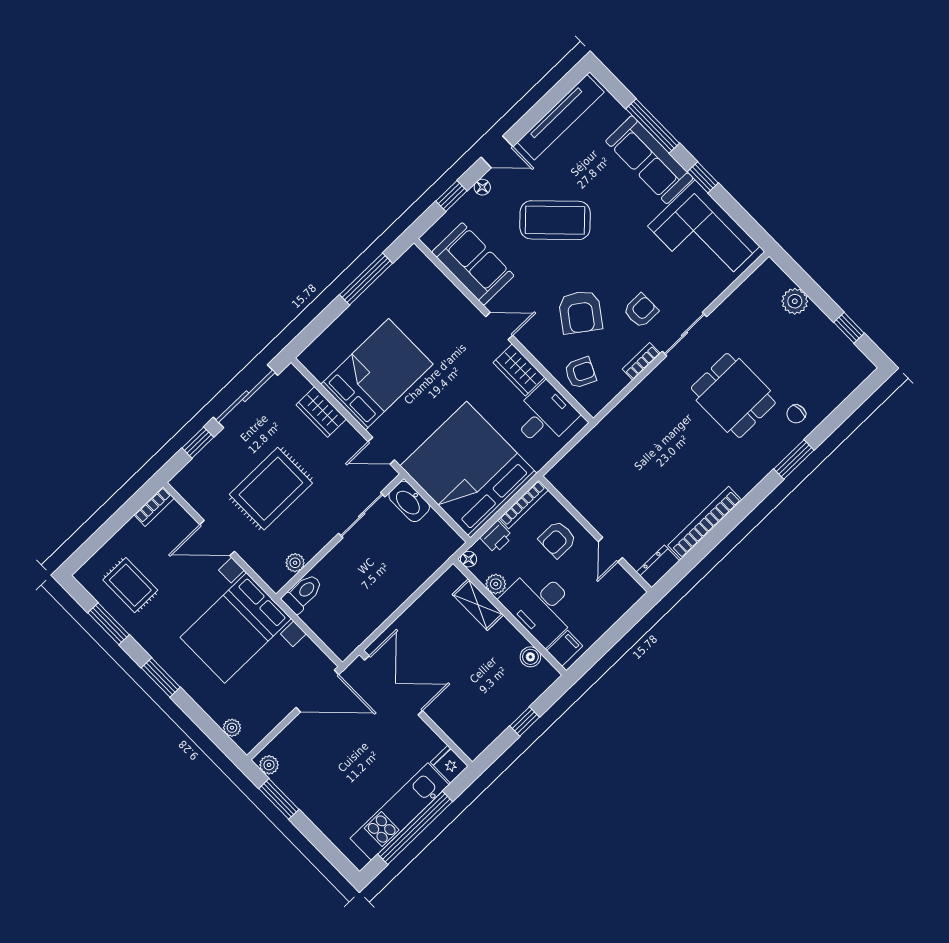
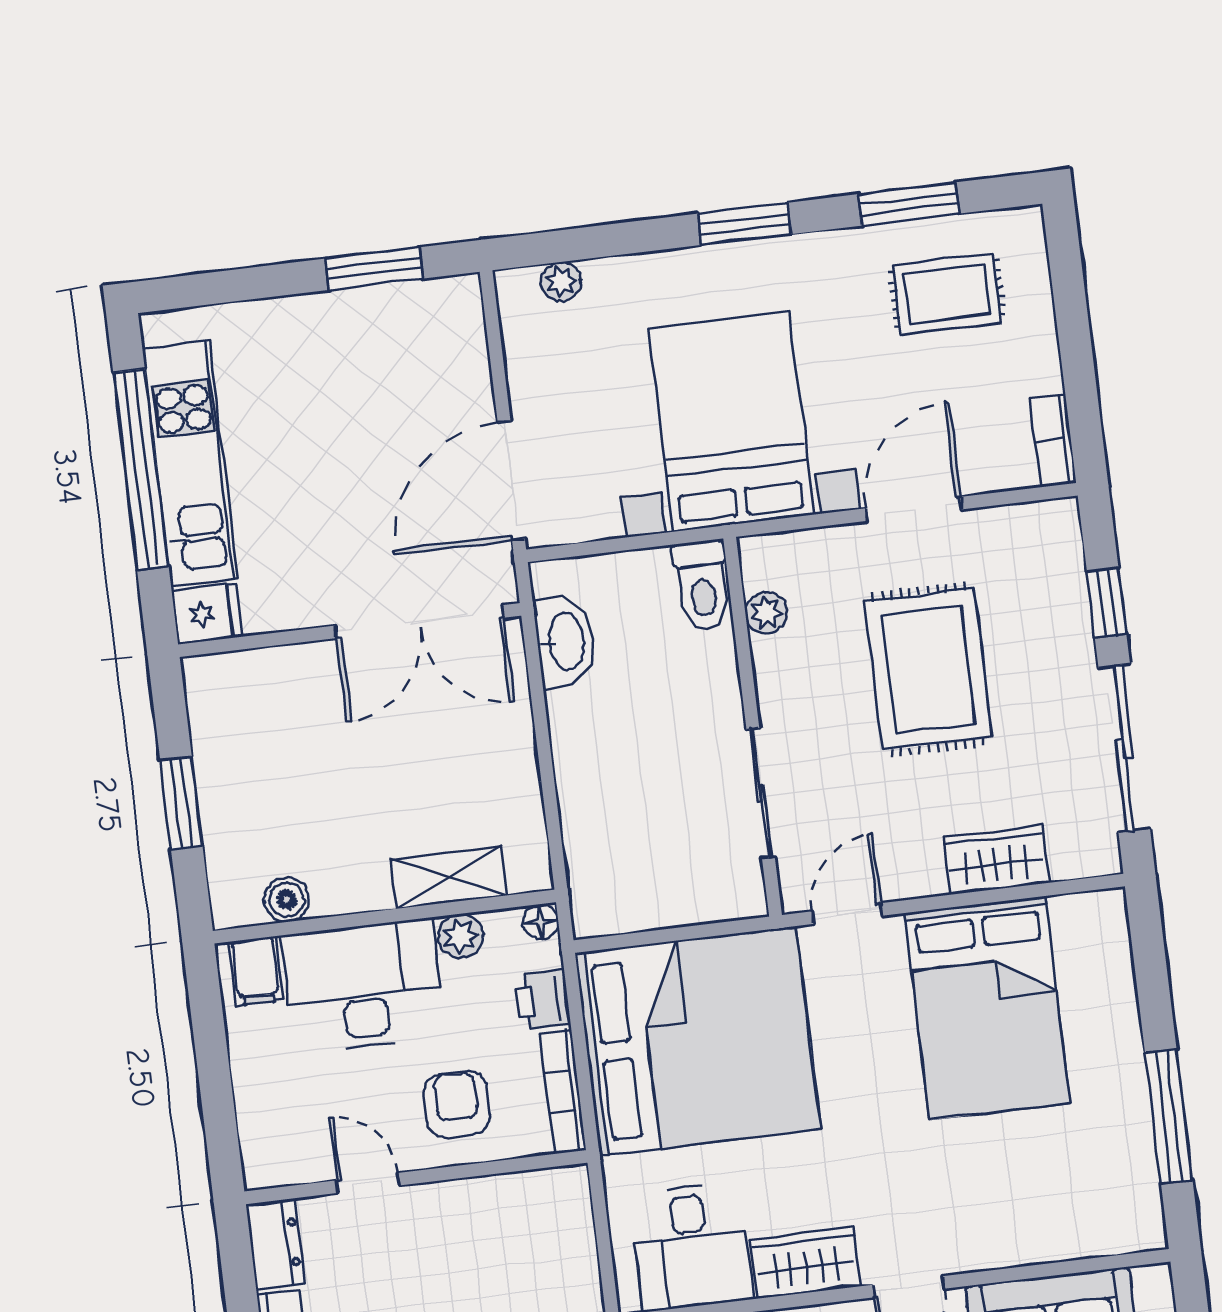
washbasin: (409, 501) -> (565, 641), moved, turned 90
window: (525, 721) -> (181, 803), width x1.50
plant: (269, 765) -> (446, 297), removed

